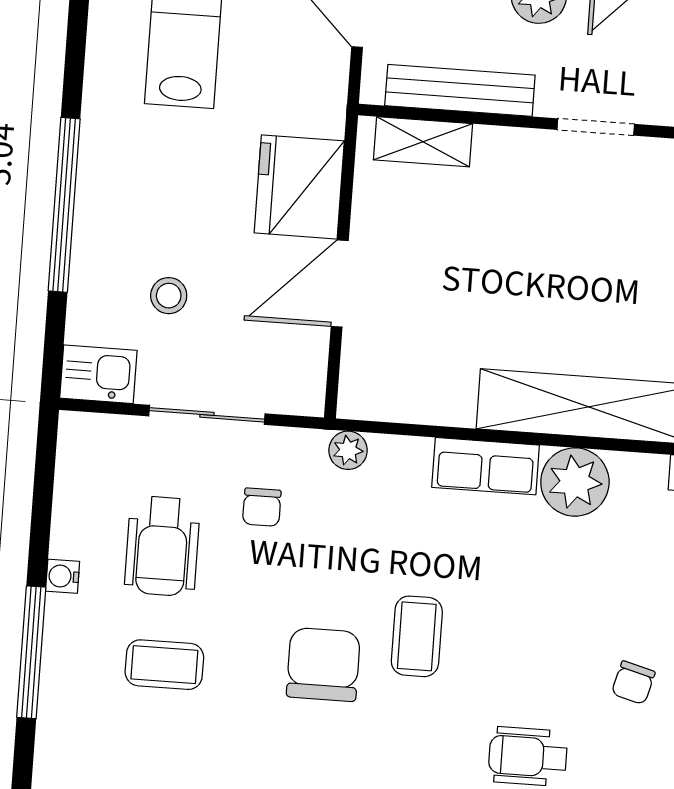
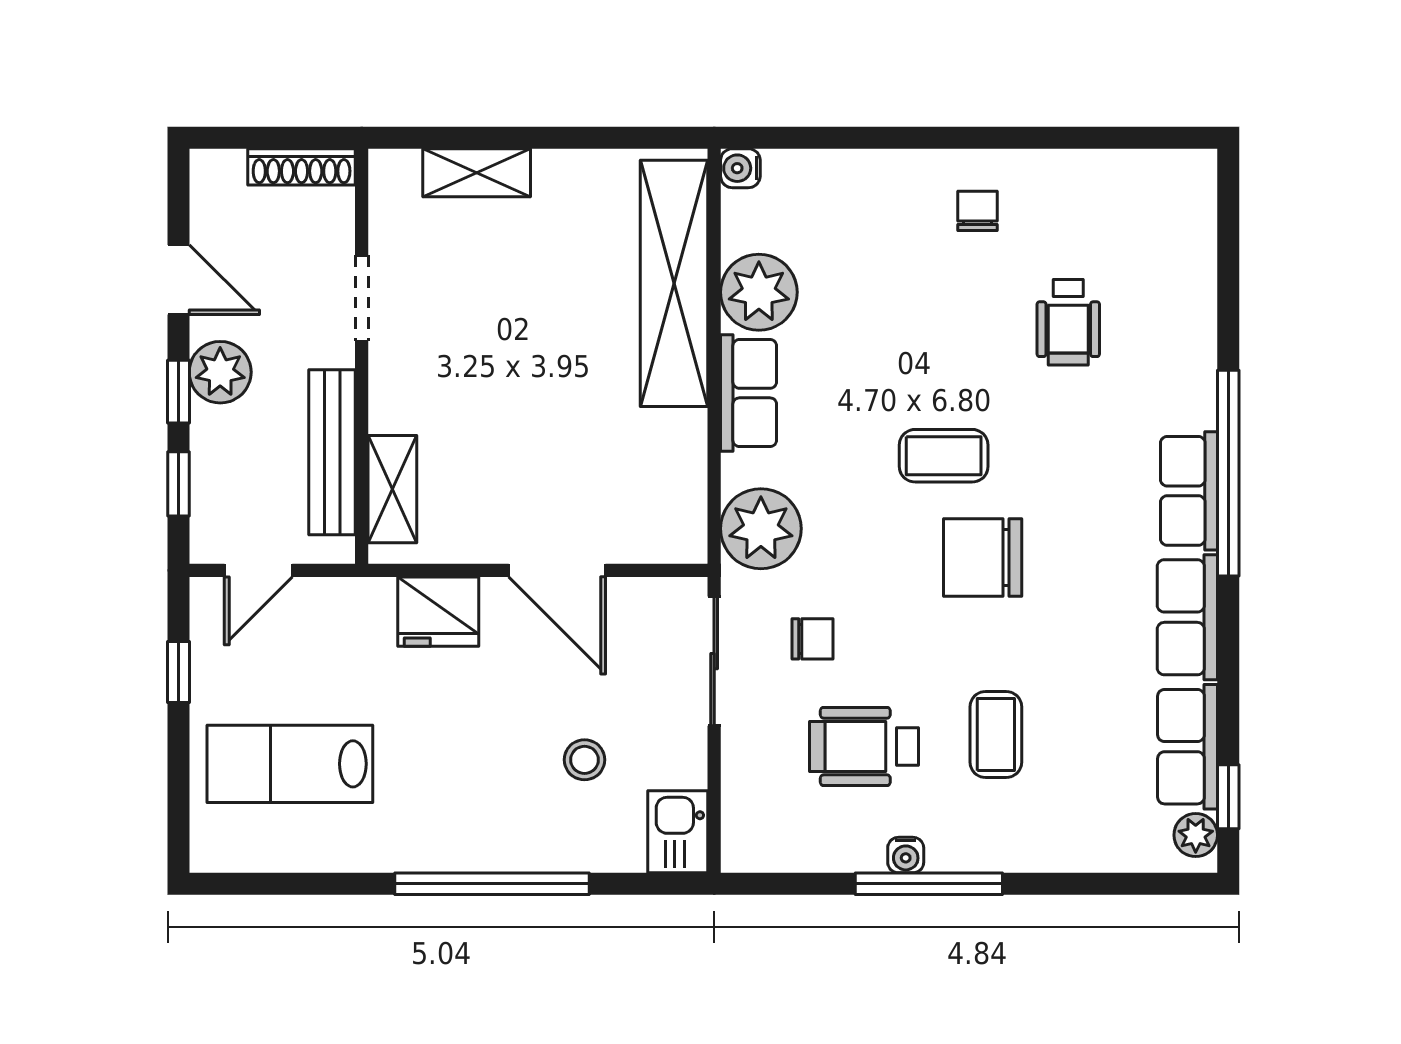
fridge: (299, 187) -> (438, 612), width x0.73, depth x0.75
sliding door: (207, 415) -> (714, 661), moved
plant: (348, 450) -> (761, 529), width x1.88, depth x1.88
wheelchair: (162, 546) -> (864, 746), turned 180
window: (31, 652) -> (929, 884), moved
chair: (633, 683) -> (977, 211), turned -105

